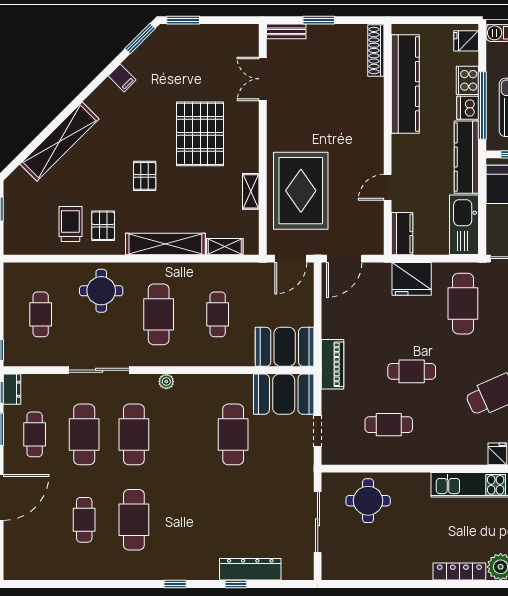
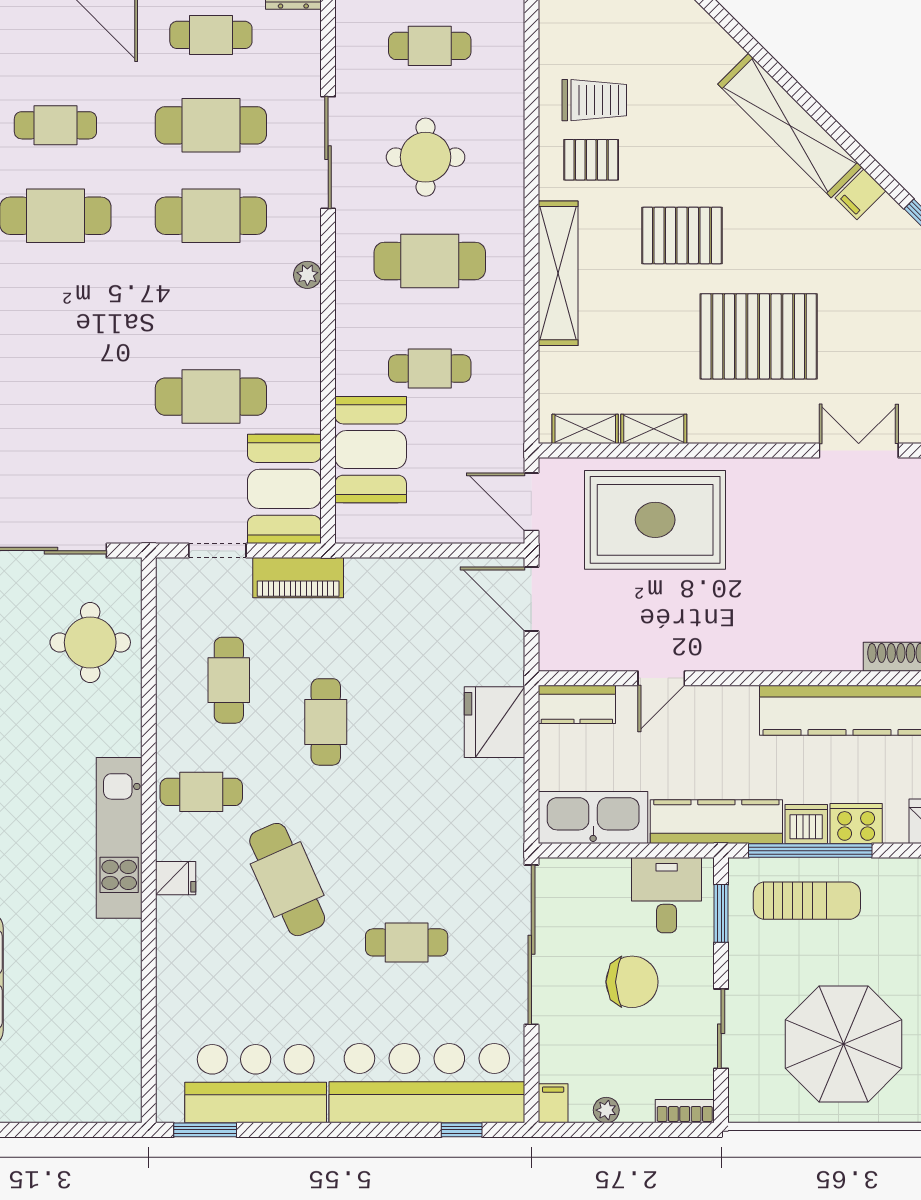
shelving: (59, 142) -> (790, 125), moved
pallet: (145, 176) -> (682, 235), width x1.50, depth x1.42
door: (388, 187) -> (661, 678), swing flipped
shelving: (225, 247) -> (585, 429), moved, turned 90
round table: (101, 291) -> (426, 157), moved
cafe table: (463, 304) -> (201, 792), moved, width x0.73, depth x0.74
booth: (285, 347) -> (371, 450), moved
piano: (332, 364) -> (298, 578), moved

